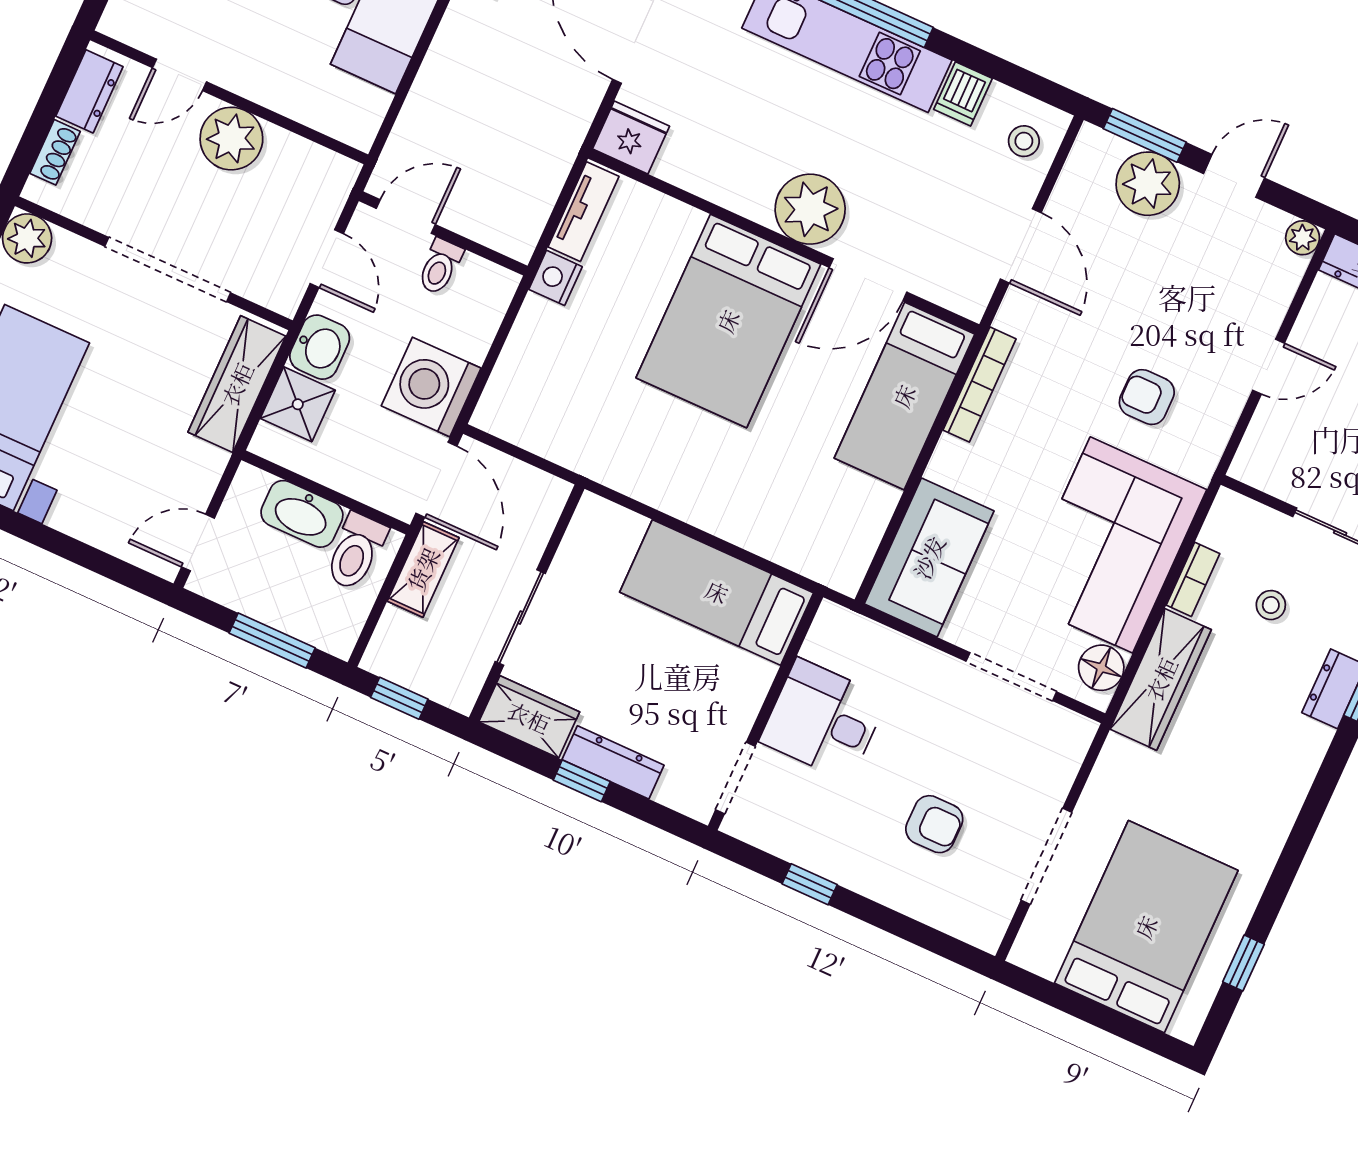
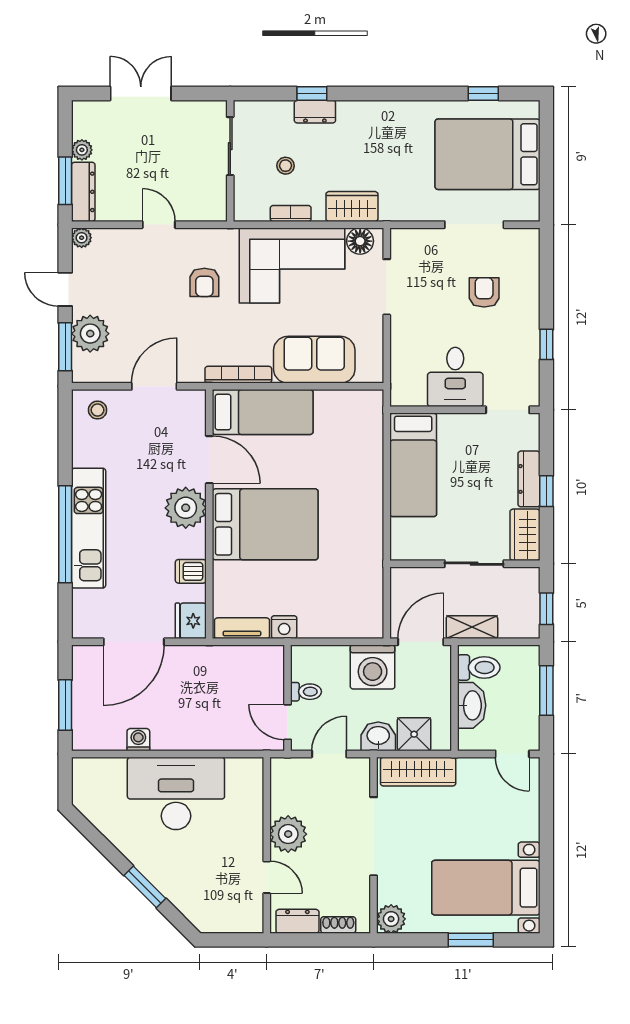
dishwasher: (963, 94) -> (191, 571), moved, turned 180
sofa: (929, 557) -> (314, 360), moved
wardrobe: (1161, 679) -> (352, 206), width x0.67

